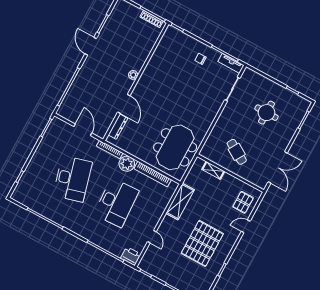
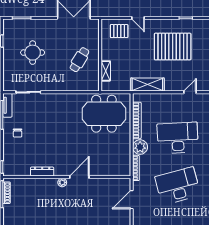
door: (124, 104) -> (79, 177), moved
dresser: (118, 127) -> (42, 171), moved

